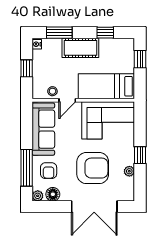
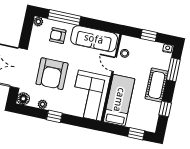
floor lamp: (53, 194) -> (23, 99), moved

